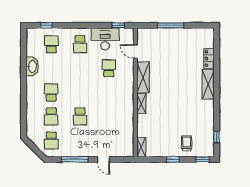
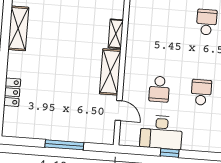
window: (118, 25) -> (170, 153), moved
school desk: (80, 44) -> (201, 92), moved
shelving: (208, 84) -> (18, 28), moved

